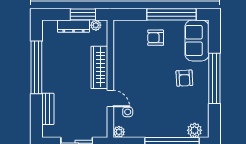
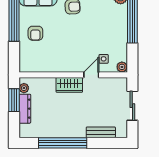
wardrobe: (99, 67) -> (69, 85), width x0.67

